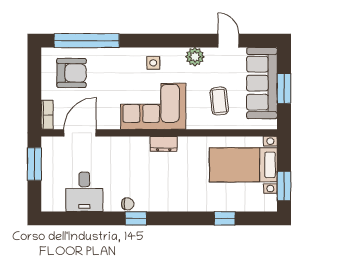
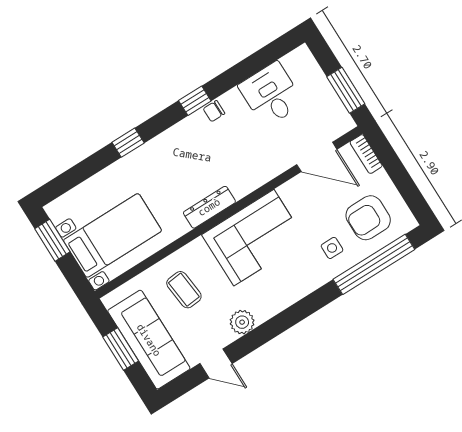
side table: (153, 63) -> (332, 248), moved
door: (80, 133) -> (317, 157), hinge flipped
dresser: (164, 144) -> (209, 207), width x1.44
window: (225, 218) -> (128, 143), moved

